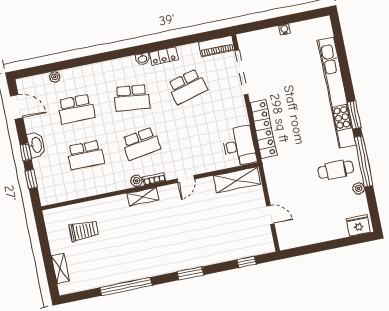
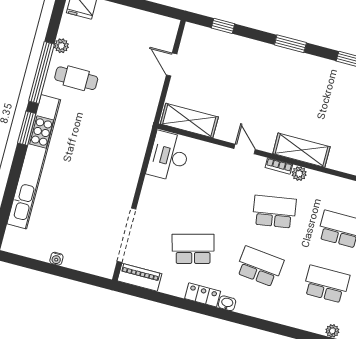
locker: (263, 129) -> (133, 162), removed
door: (186, 179) -> (245, 149), hinge flipped
shelving: (143, 197) -> (301, 150), width x1.50, depth x1.33

